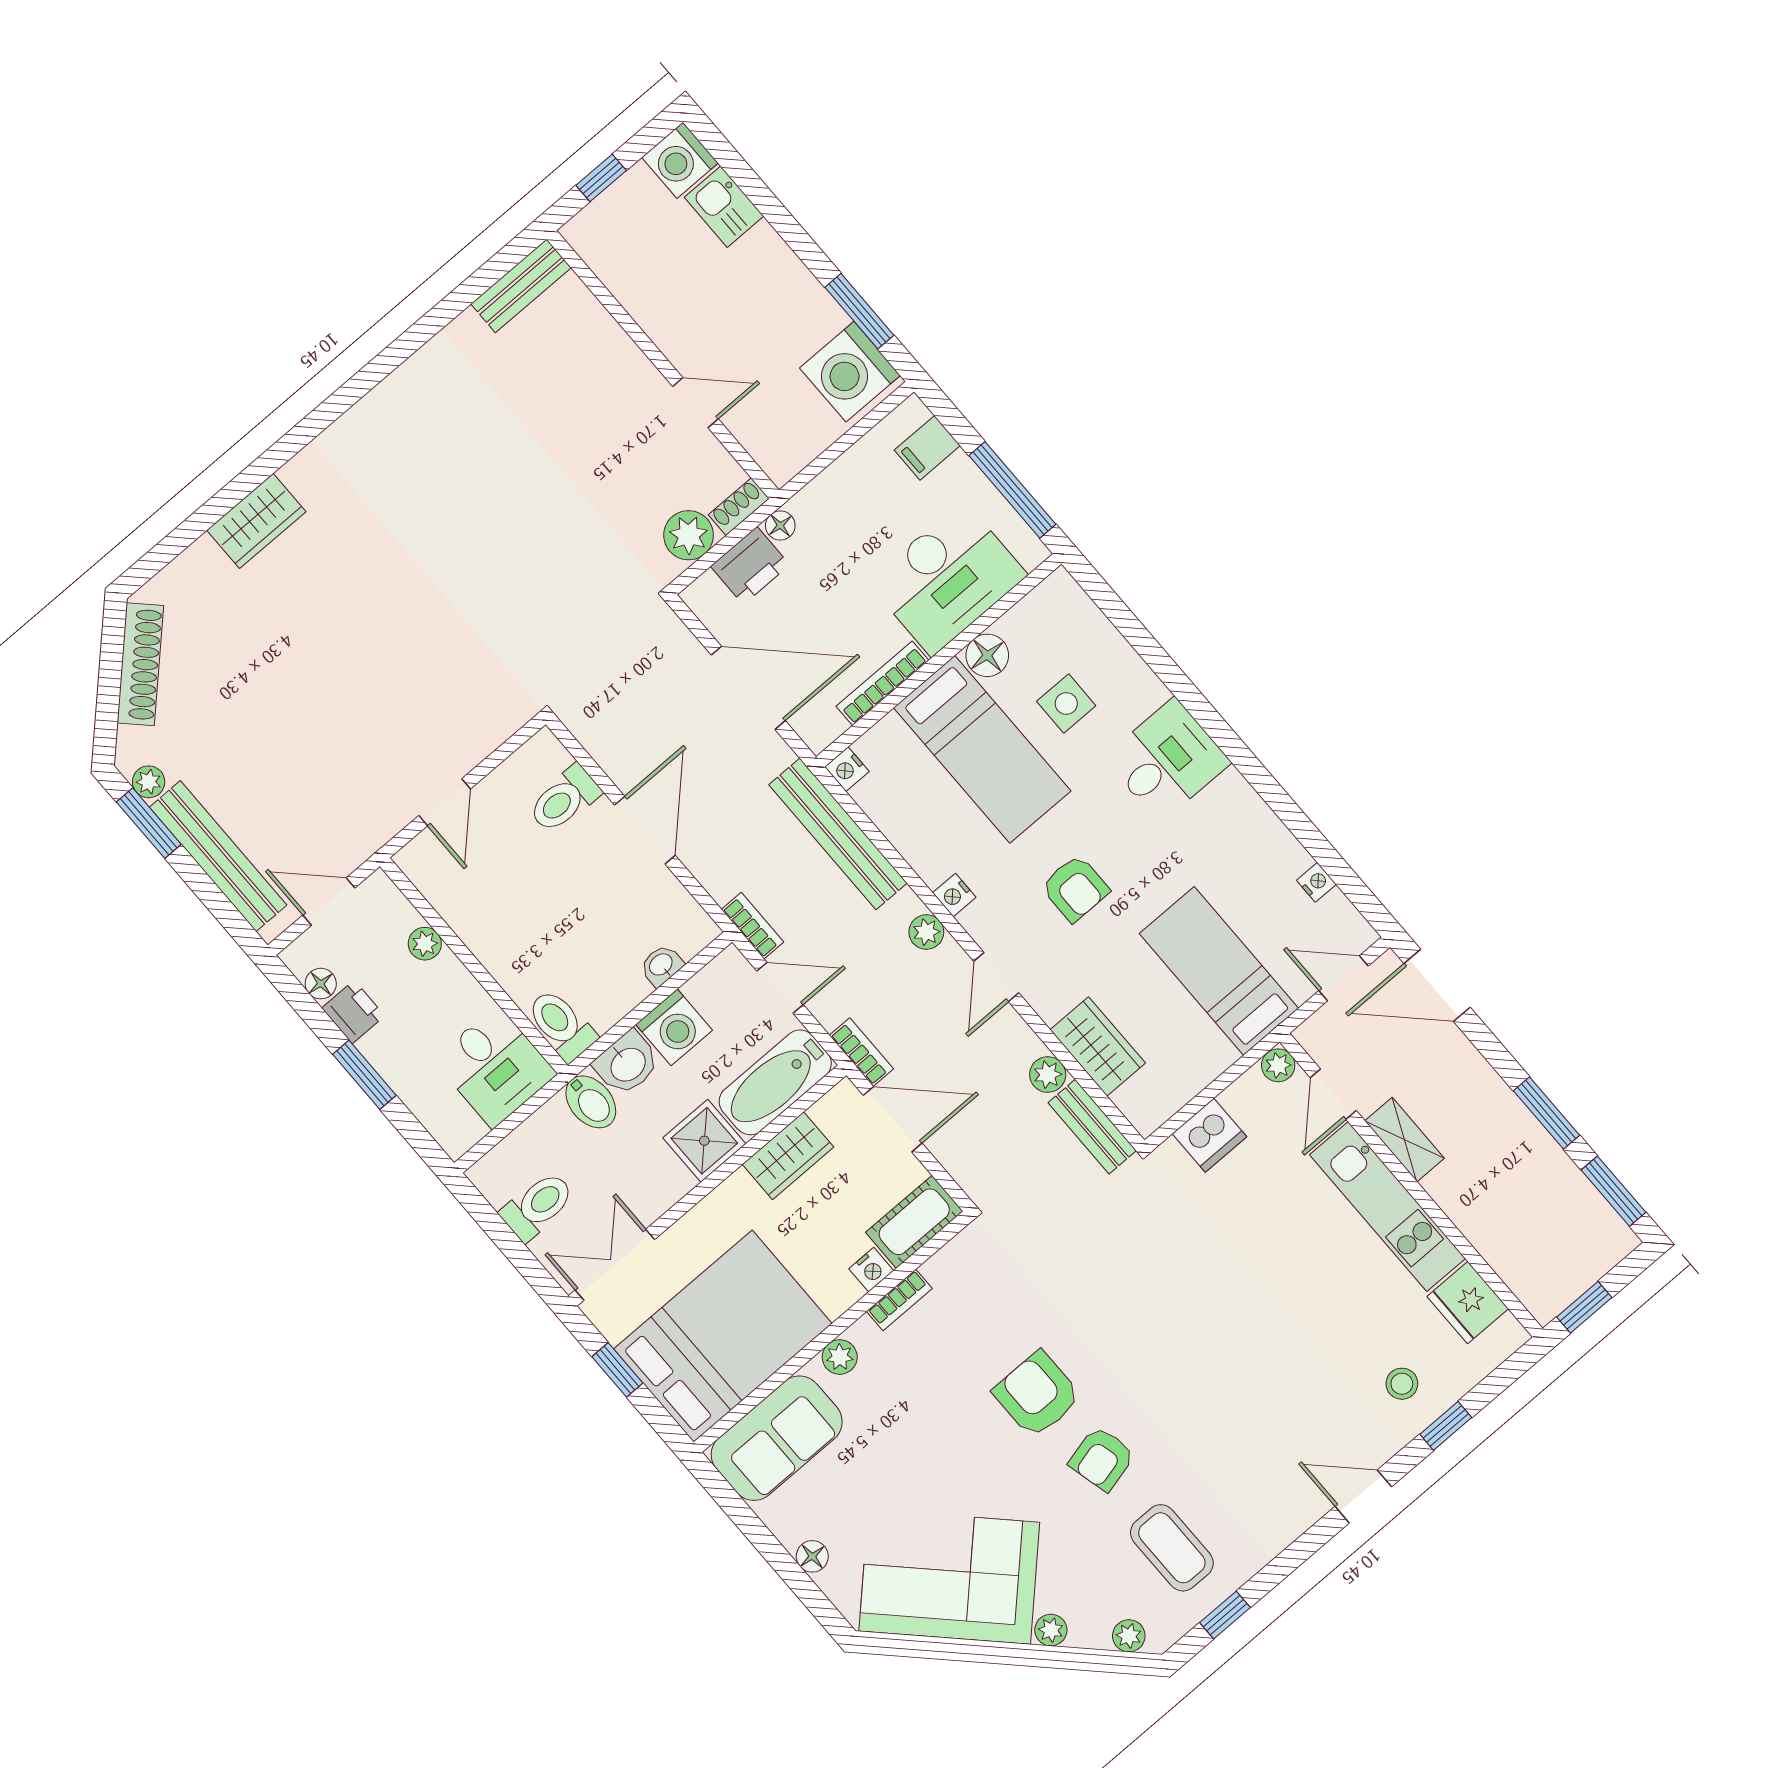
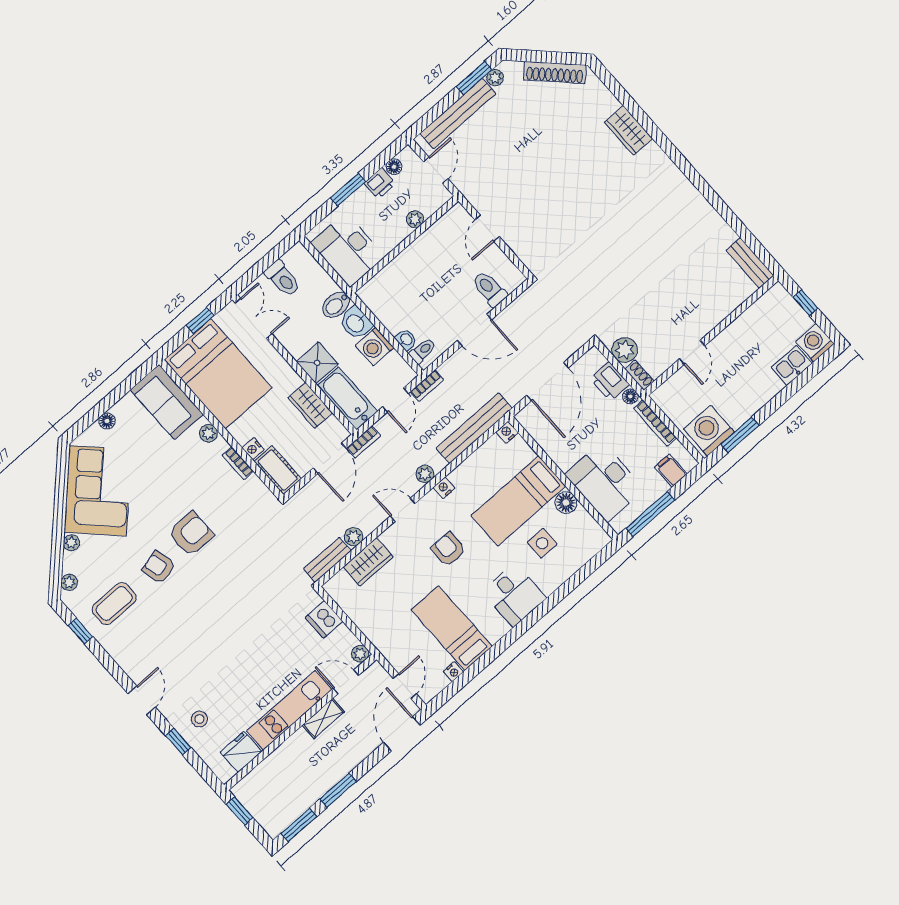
bookcase: (882, 683) -> (655, 423), moved, turned 180
door: (445, 802) -> (487, 228), hinge flipped
armchair: (1075, 888) -> (448, 549), turned 90
bed: (1219, 971) -> (452, 628), moved, turned -90
toilet: (561, 1025) -> (423, 351), moved, width x0.73, depth x0.72
desk: (495, 1067) -> (348, 250), width x1.37

